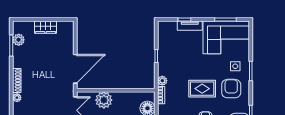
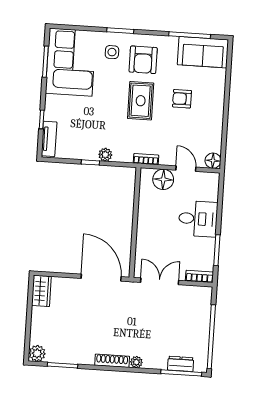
tv unit: (190, 26) -> (49, 139), moved
wardrobe: (45, 27) -> (41, 291), moved
plant: (19, 40) -> (37, 353), moved
plant: (162, 81) -> (105, 155), moved
armchair: (231, 89) -> (143, 60), turned -90
plant: (104, 100) -> (148, 240), removed

